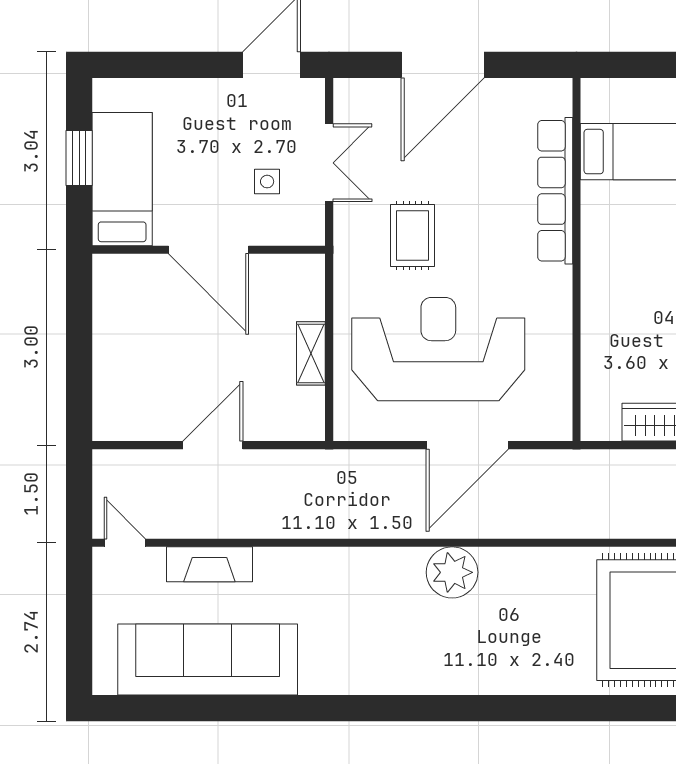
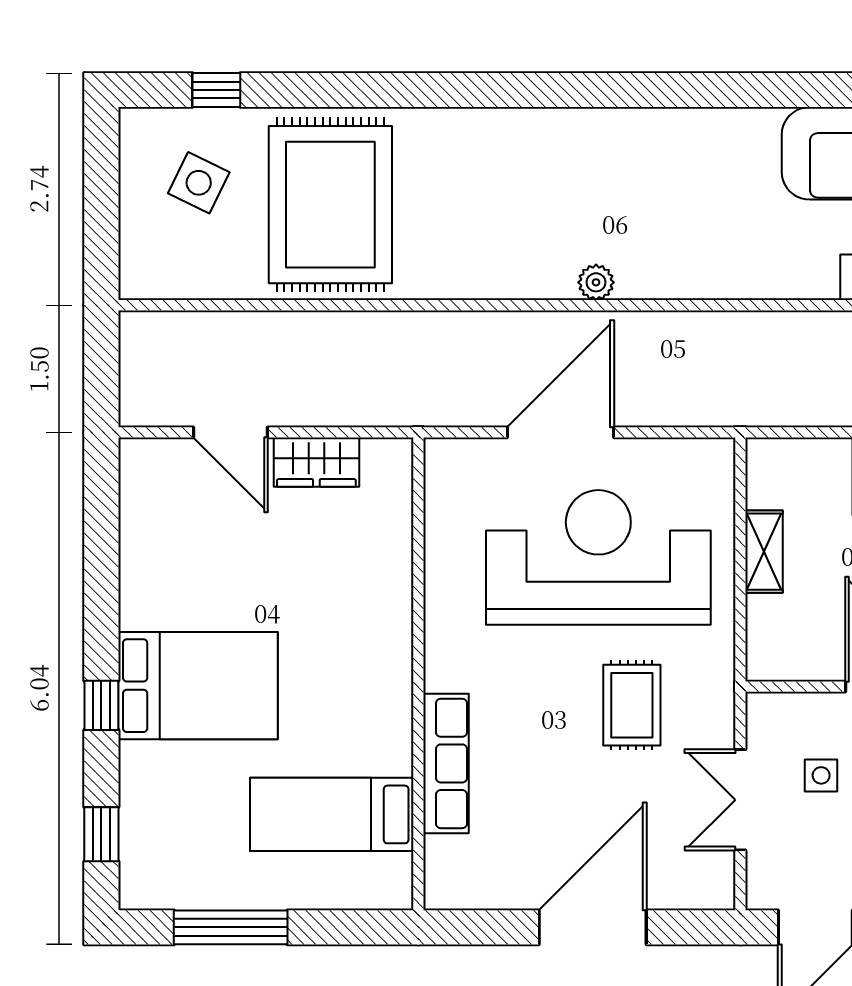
row of seats: (555, 191) -> (446, 763), width x0.73
reception desk: (438, 349) -> (598, 557), turned 180
plant: (452, 572) -> (596, 282), width x0.53, depth x0.53

